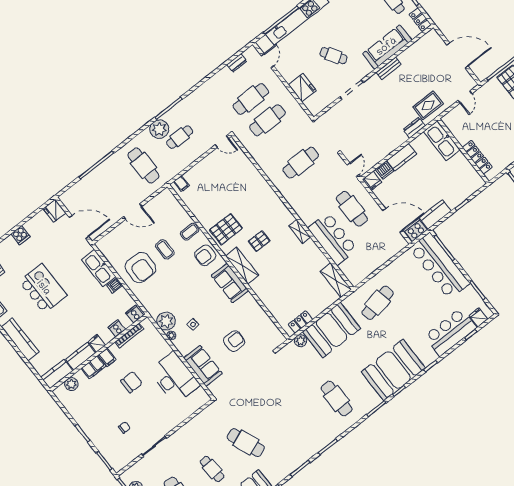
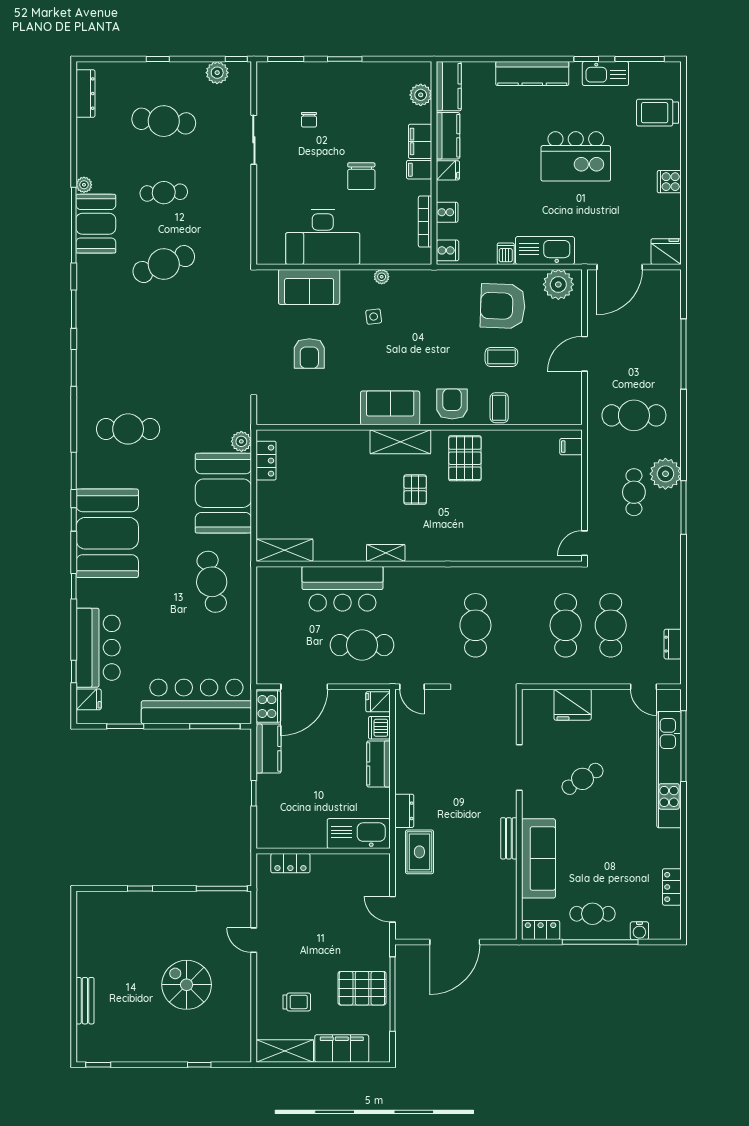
locker: (477, 157) -> (290, 863), width x0.66
plant: (166, 321) -> (558, 284), moved

